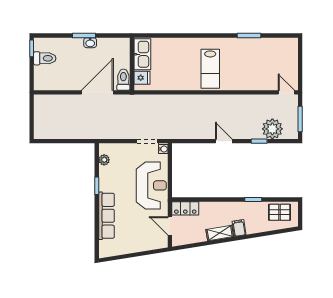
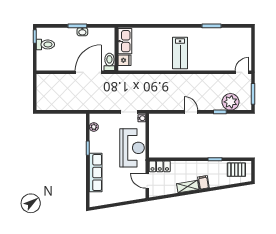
door: (286, 92) -> (242, 72), hinge flipped

